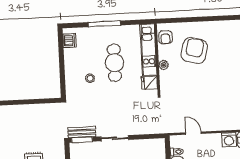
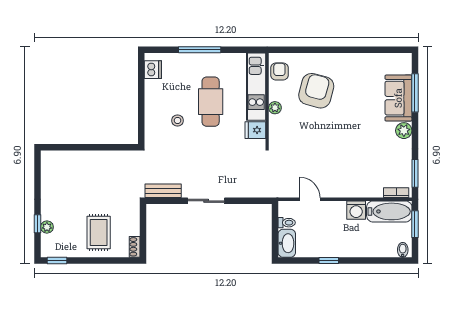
armchair: (166, 37) -> (279, 72), turned 180
window: (82, 140) -> (163, 201), removed

